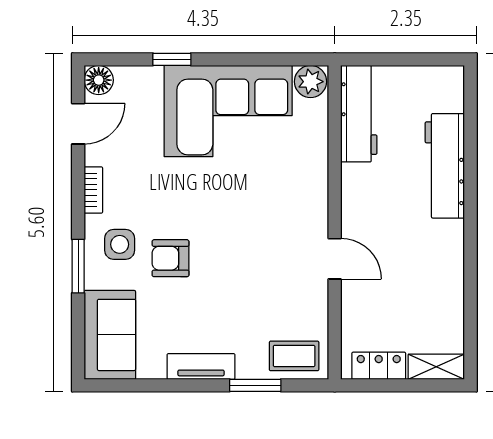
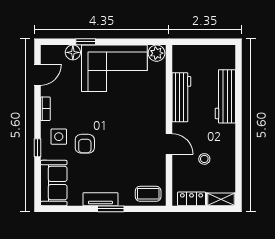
floor lamp: (99, 80) -> (73, 52), moved
workbench: (359, 114) -> (181, 97), moved
armchair: (170, 258) -> (85, 144), turned -90
window: (78, 266) -> (37, 148), width x0.67
stool: (404, 288) -> (204, 159), added
window: (255, 385) -> (111, 209), moved

